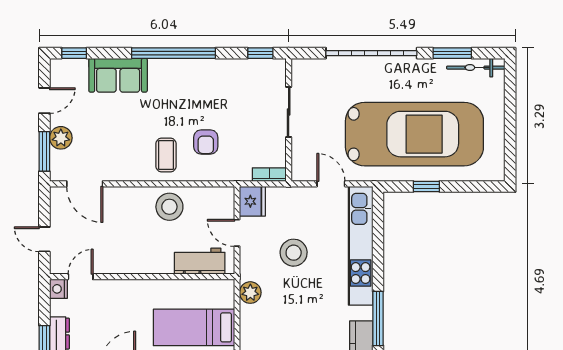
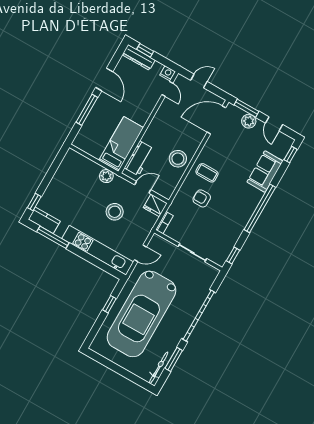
door: (85, 184) -> (216, 120), width x1.36
bed: (194, 327) -> (121, 144), moved

